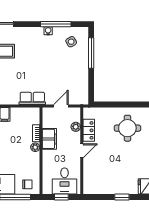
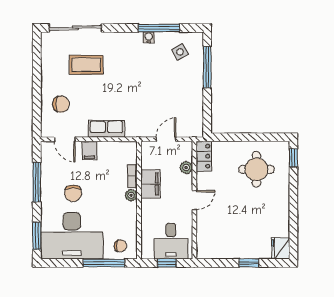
row of seats: (32, 98) -> (106, 129), moved
locker: (89, 130) -> (204, 156), moved

